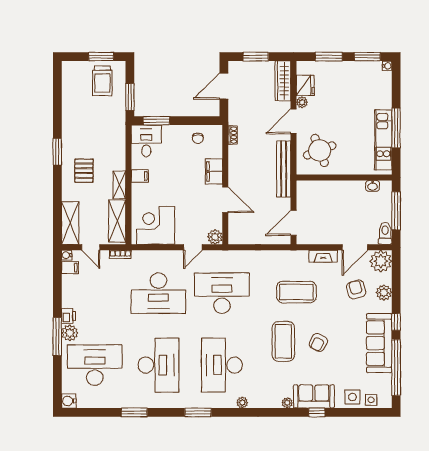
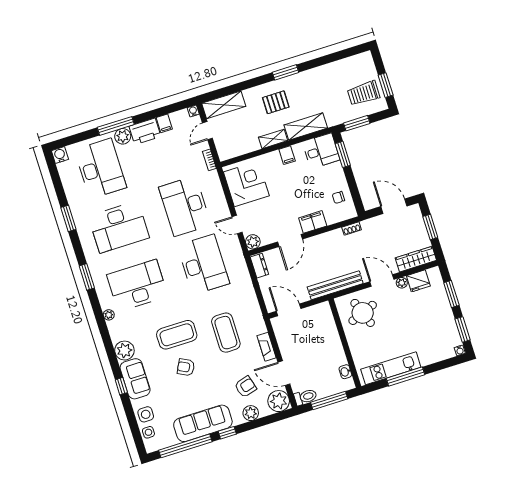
shelving: (117, 221) -> (306, 126), moved
dresser: (241, 238) -> (259, 266), added
filing cabinet: (70, 268) -> (164, 123), moved
printer: (69, 316) -> (145, 131), width x1.87, depth x1.48
plant: (287, 403) -> (124, 351), width x1.87, depth x1.87

